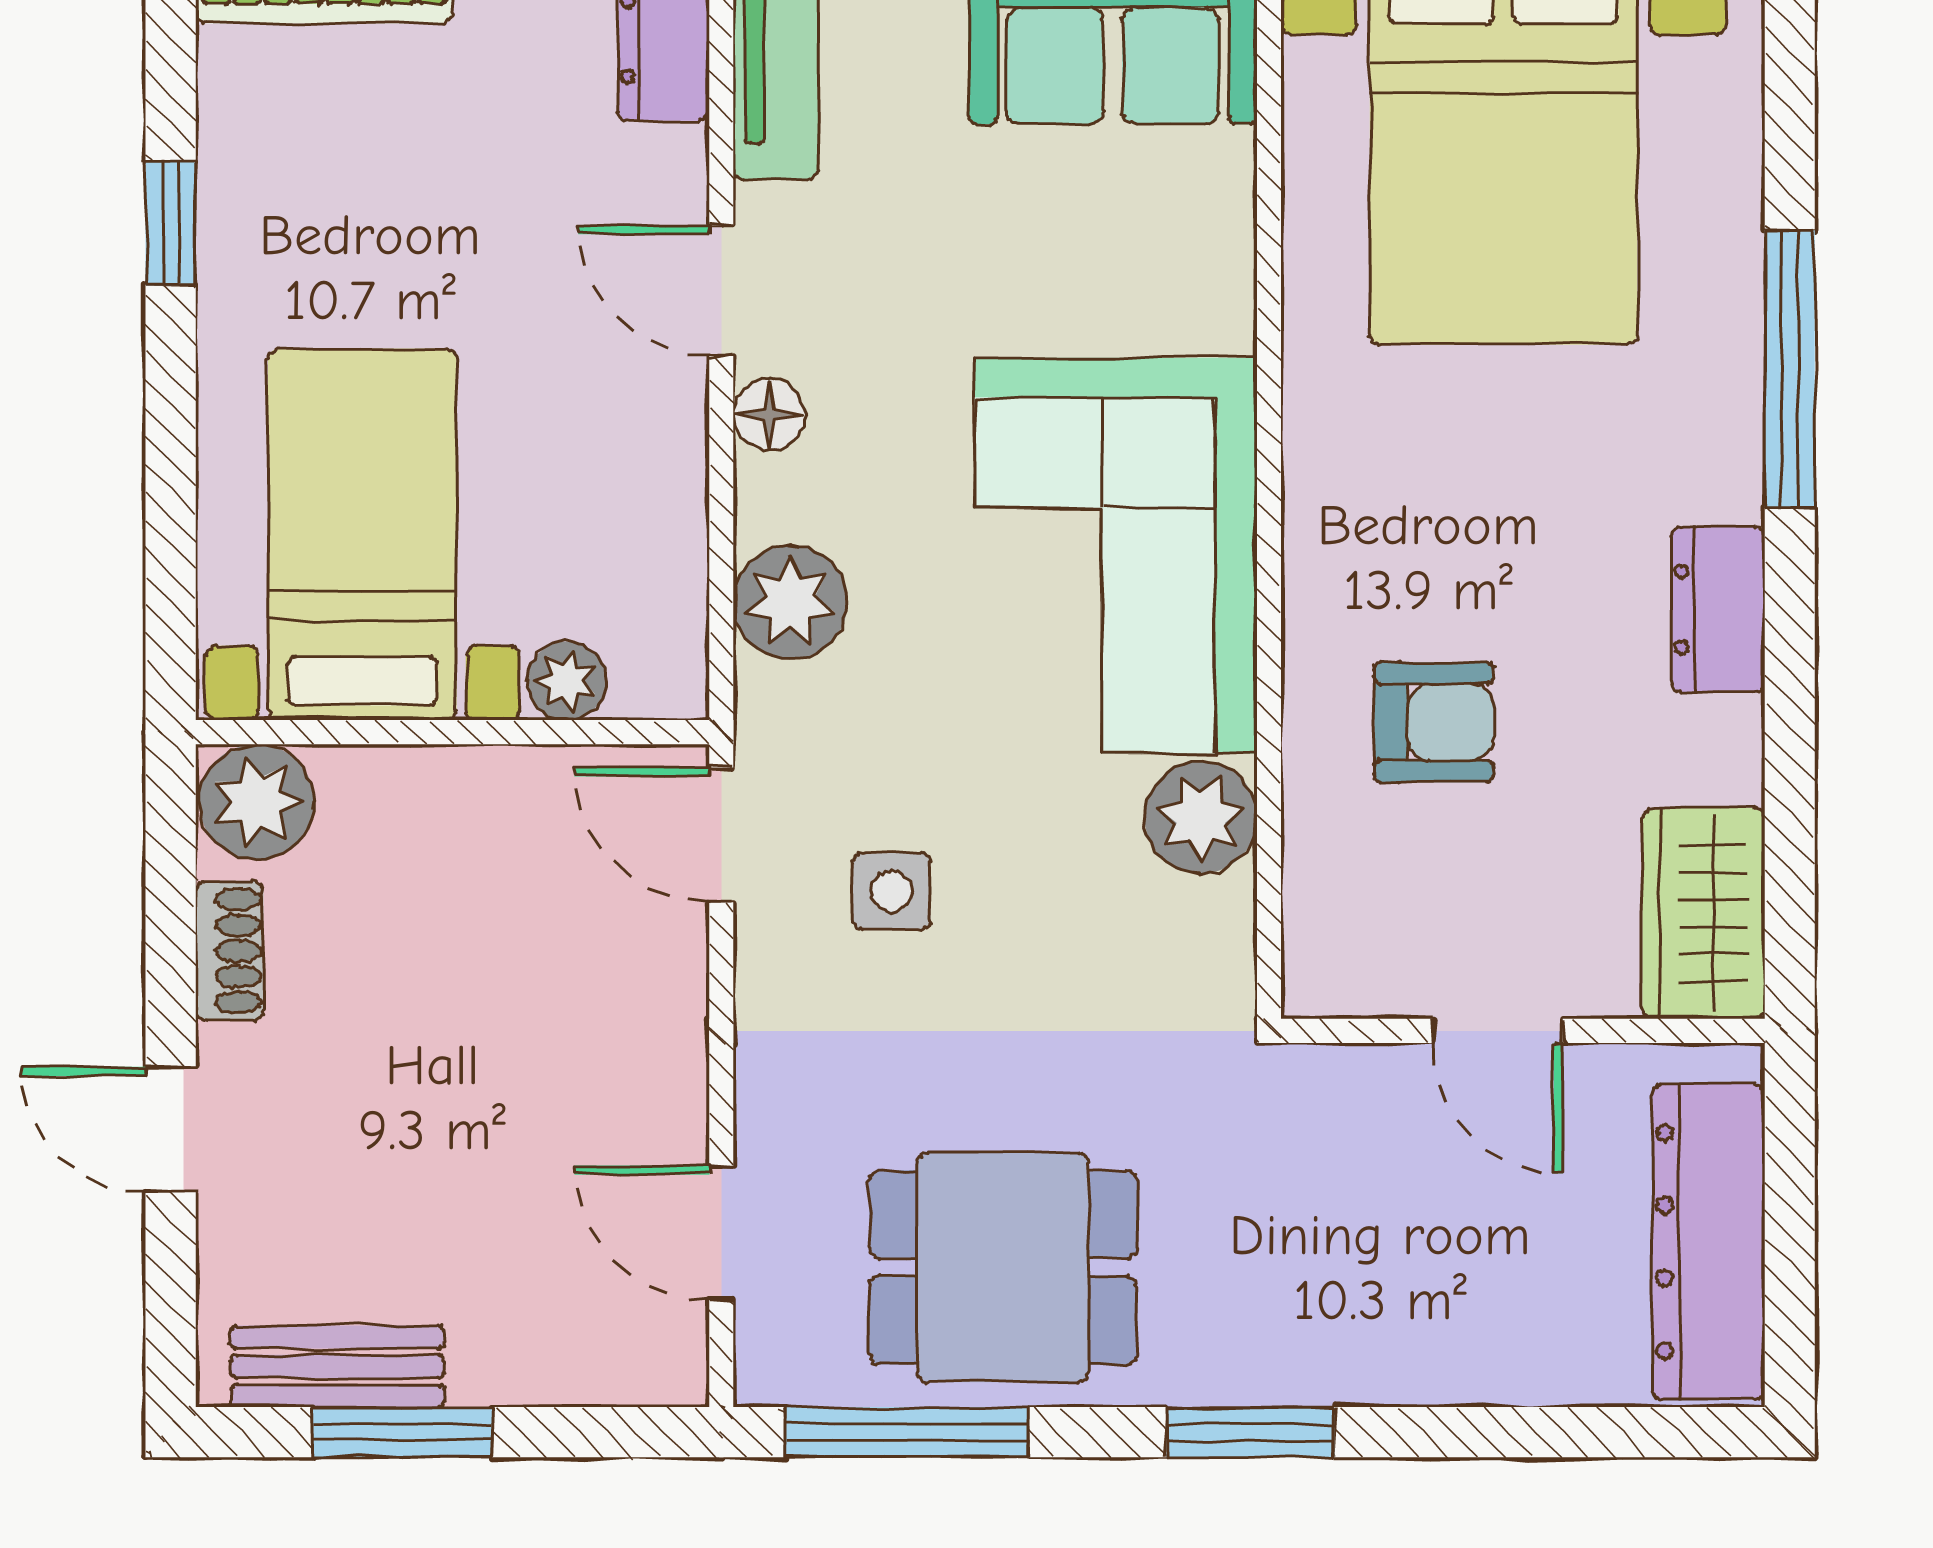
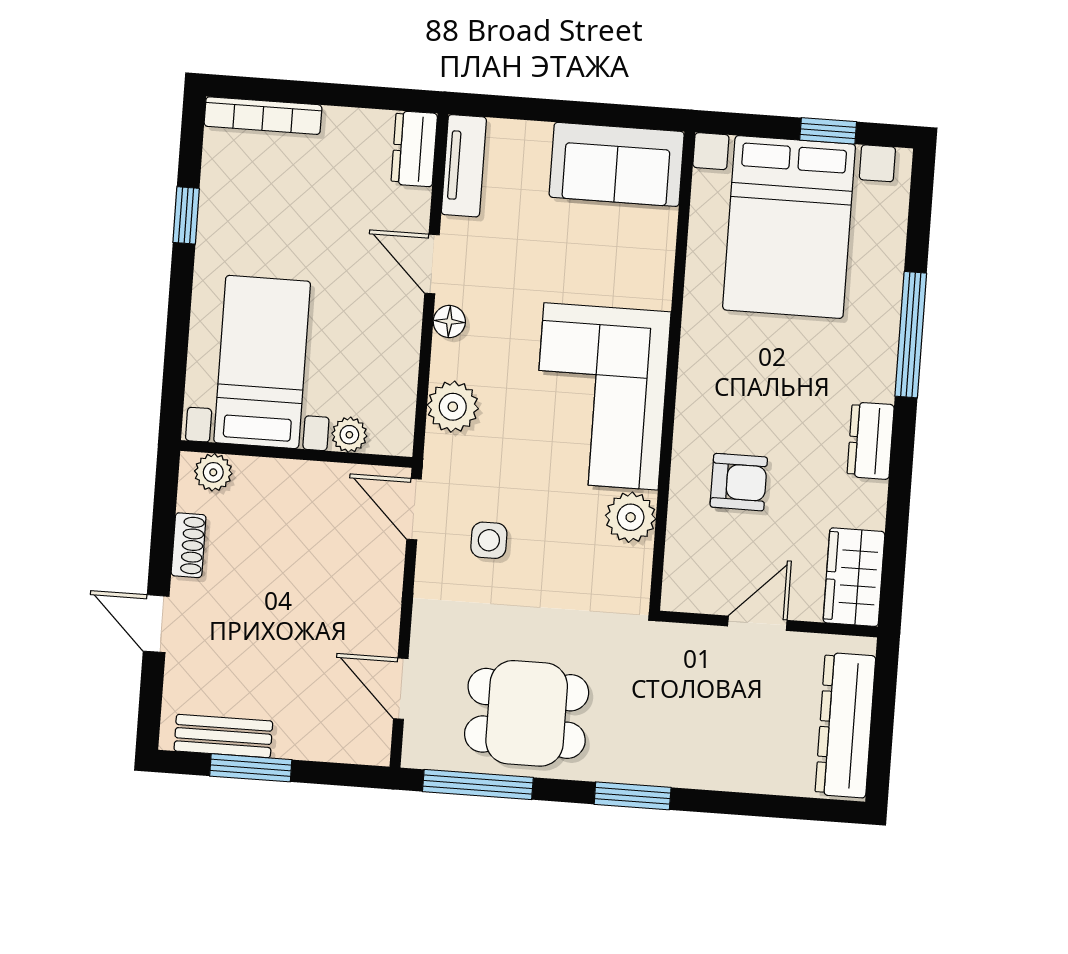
plant: (257, 802) -> (213, 472), width x0.73, depth x0.73
door: (1498, 1031) -> (757, 623), swing flipped

